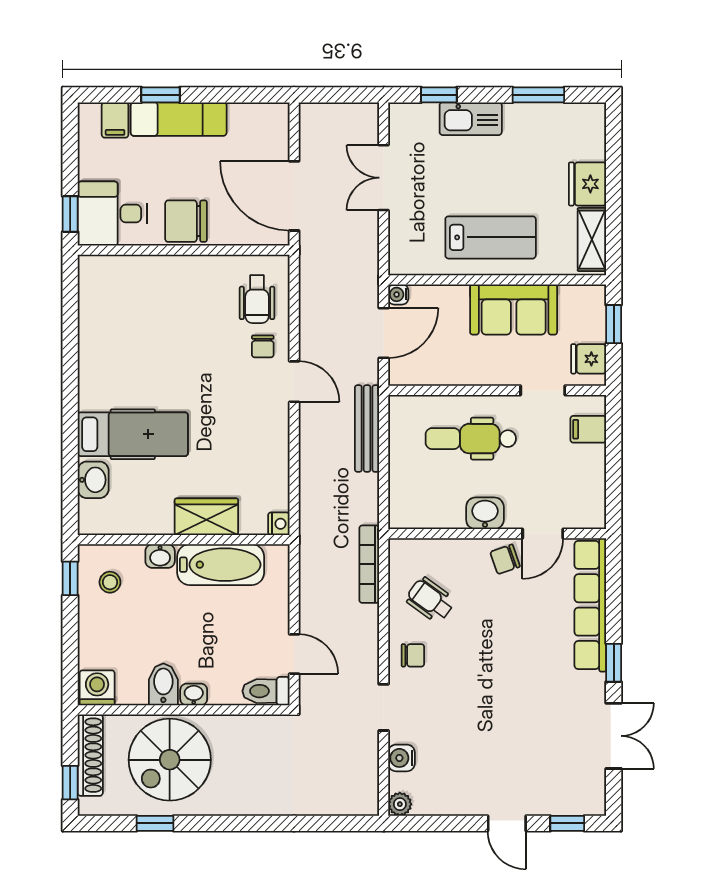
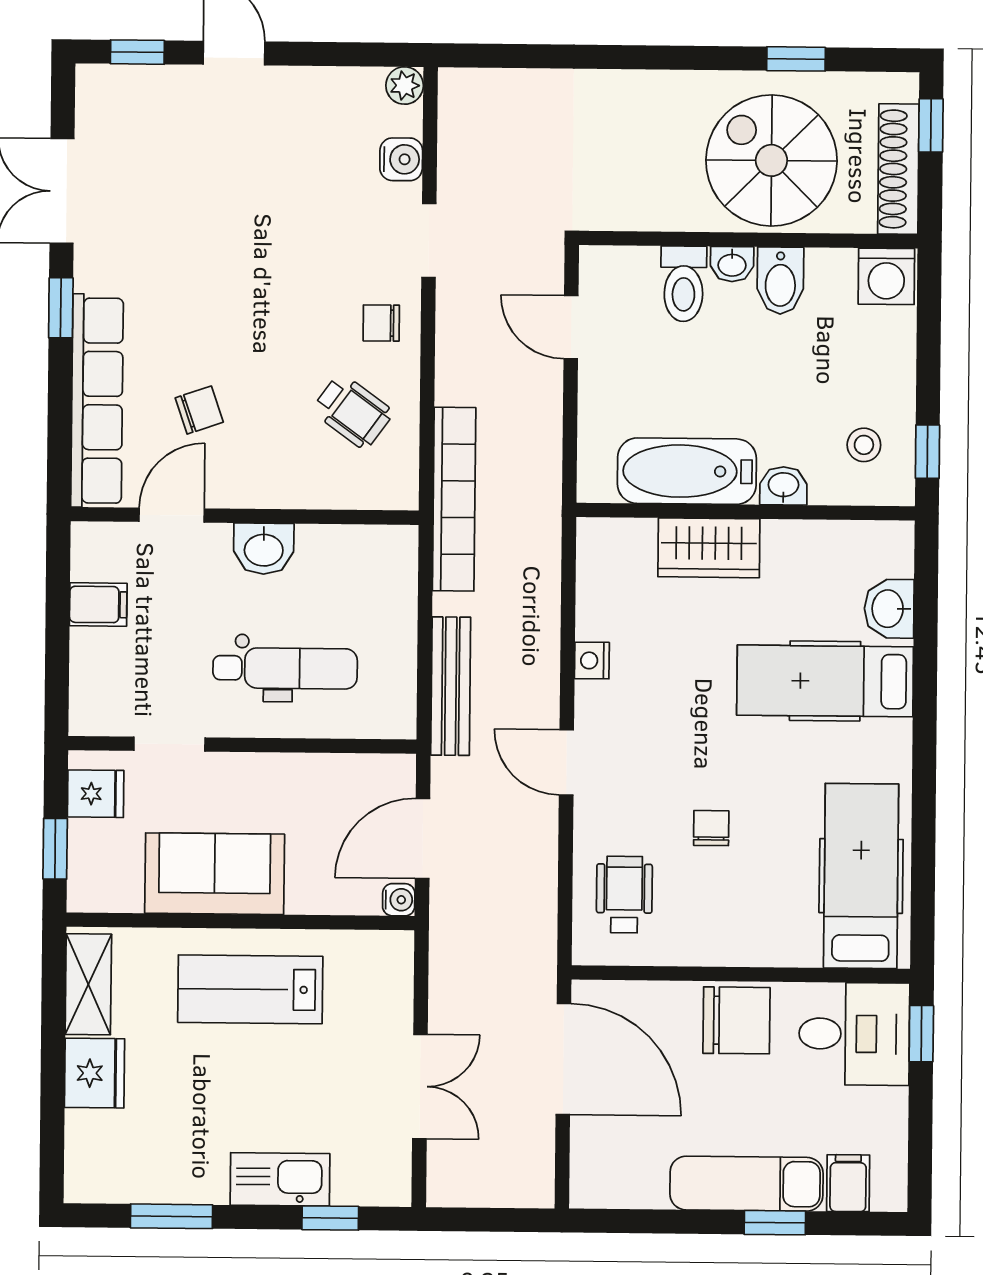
hospital bed: (109, 312) -> (861, 876), added
chair: (263, 346) -> (711, 828), moved
filing cabinet: (588, 429) -> (98, 604), moved
nightstand: (279, 524) -> (592, 661), moved
chair: (505, 559) -> (199, 410), moved
bookcase: (369, 564) -> (454, 499), width x1.48, depth x1.31
toilet: (266, 691) -> (684, 284), moved, turned 90
spiral stairs: (170, 760) -> (771, 160), turned -90

